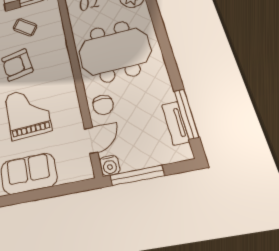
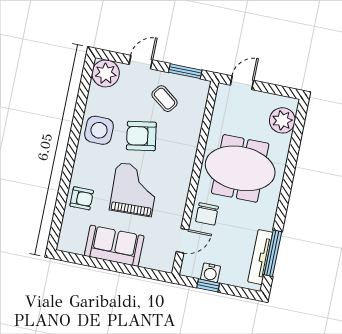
tv unit: (175, 123) -> (260, 257), width x1.41
water cooler: (110, 166) -> (210, 273), moved
window: (137, 175) -> (208, 285), width x0.46

